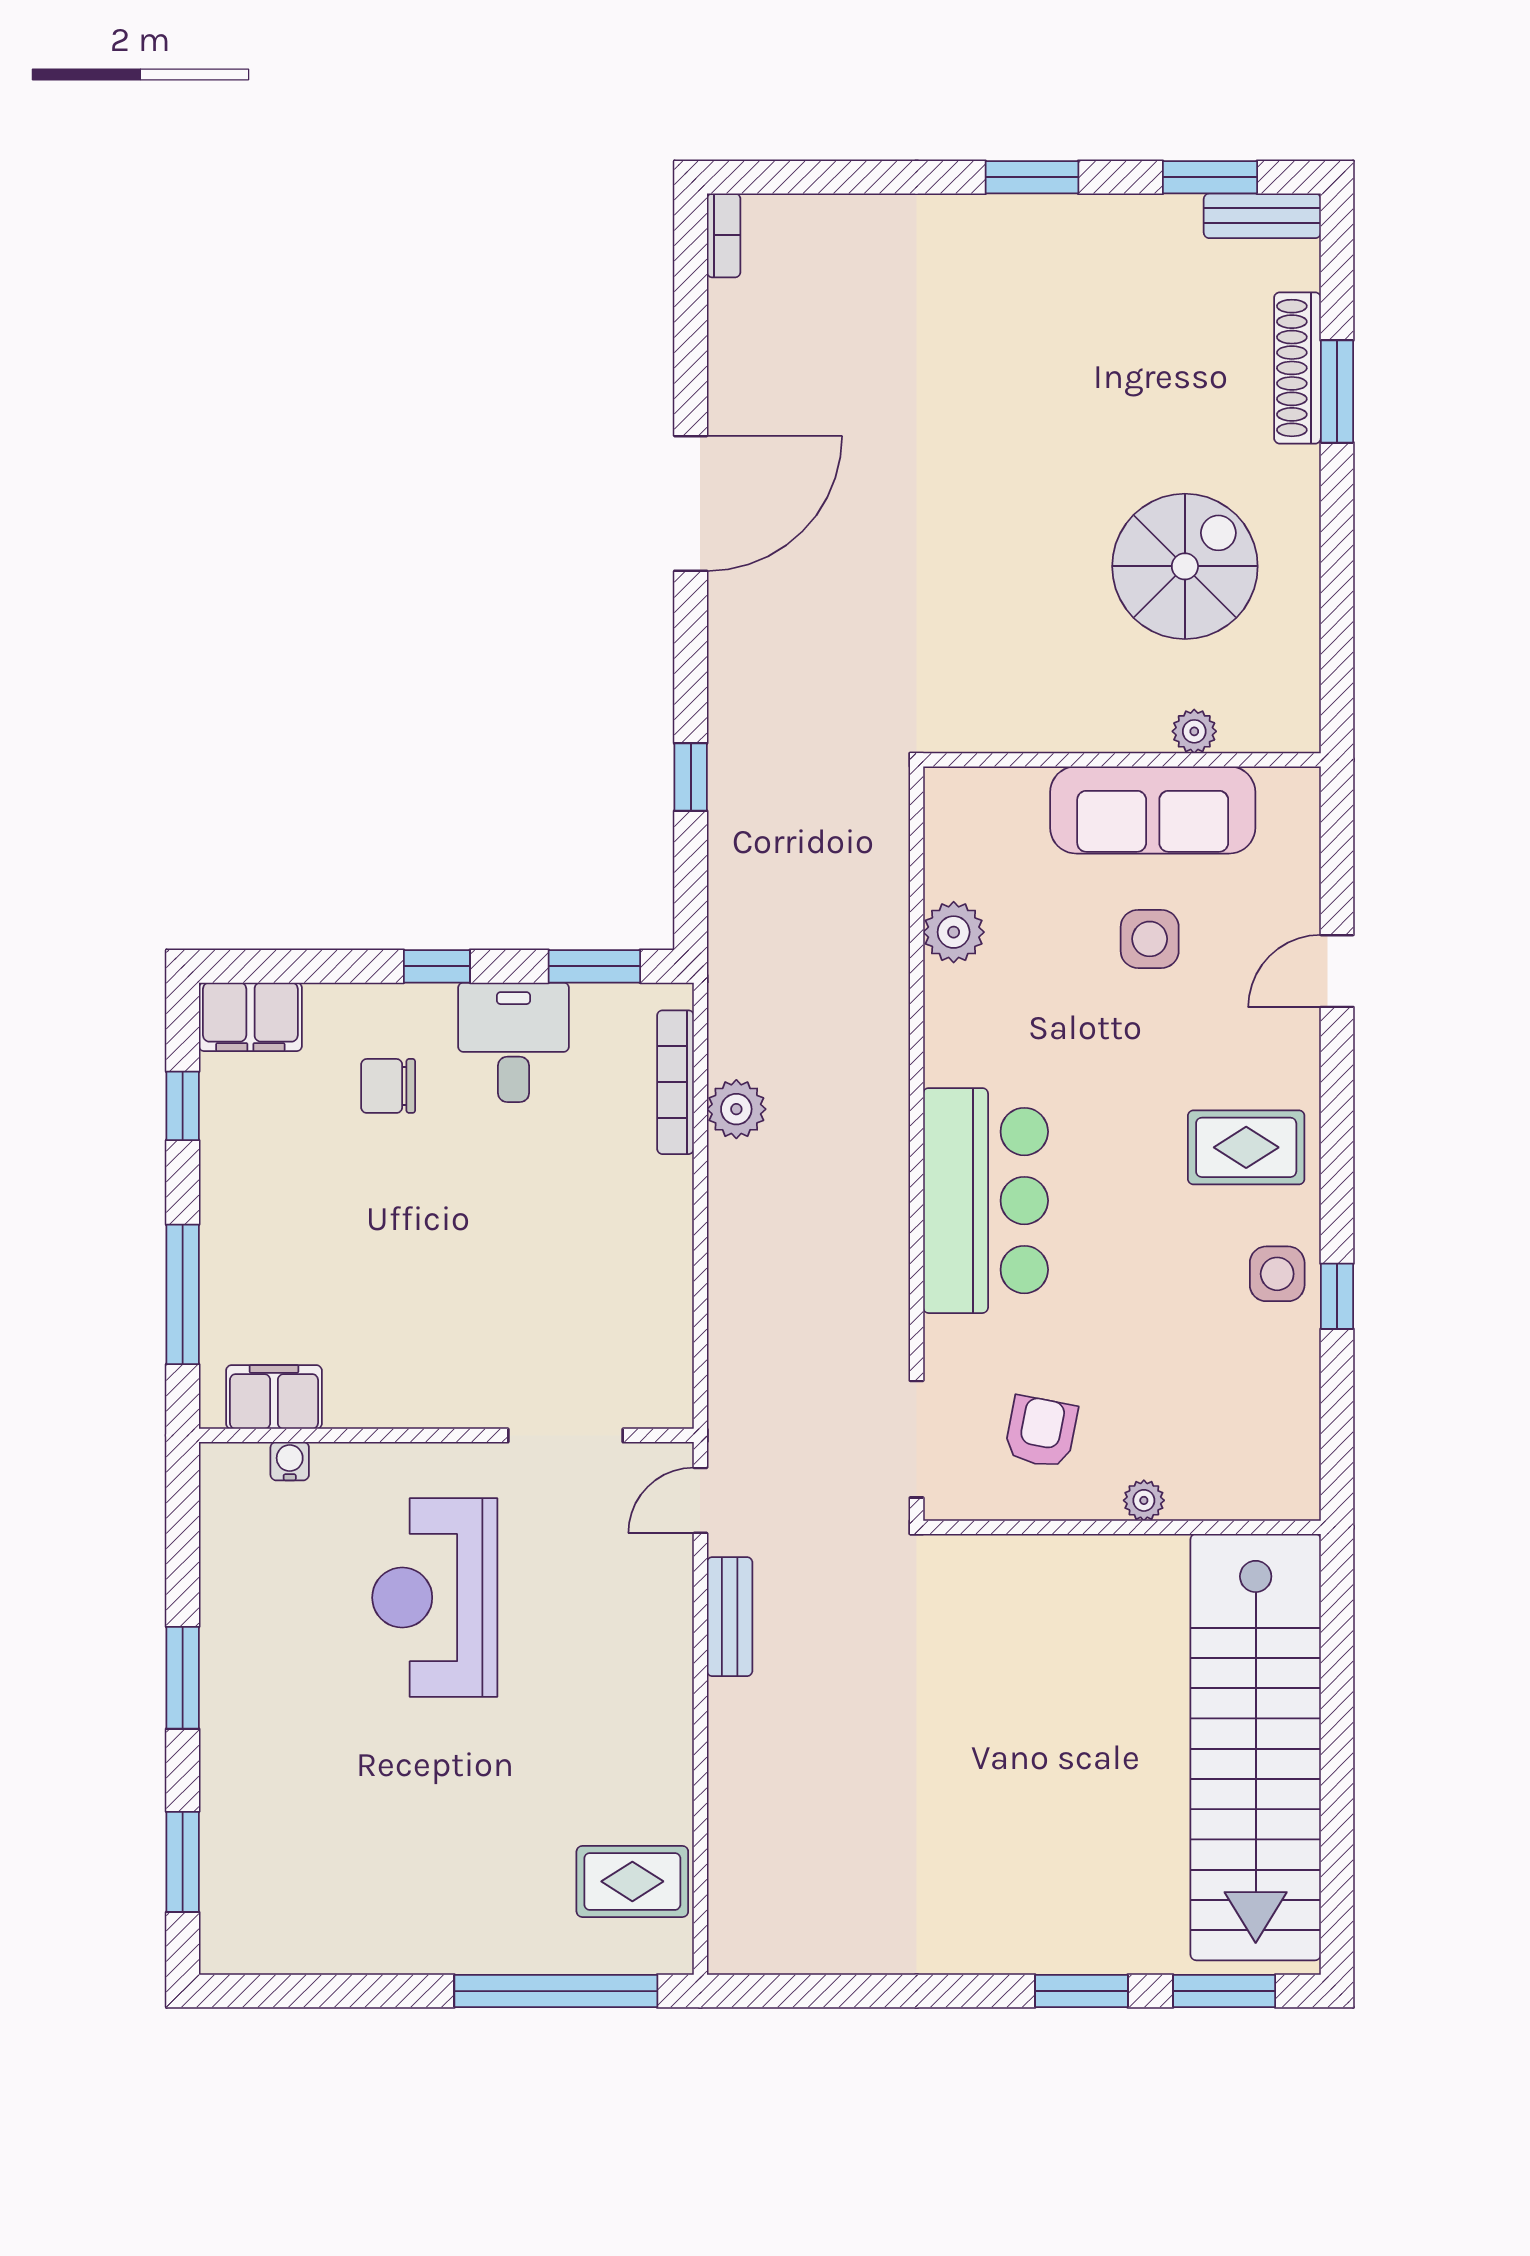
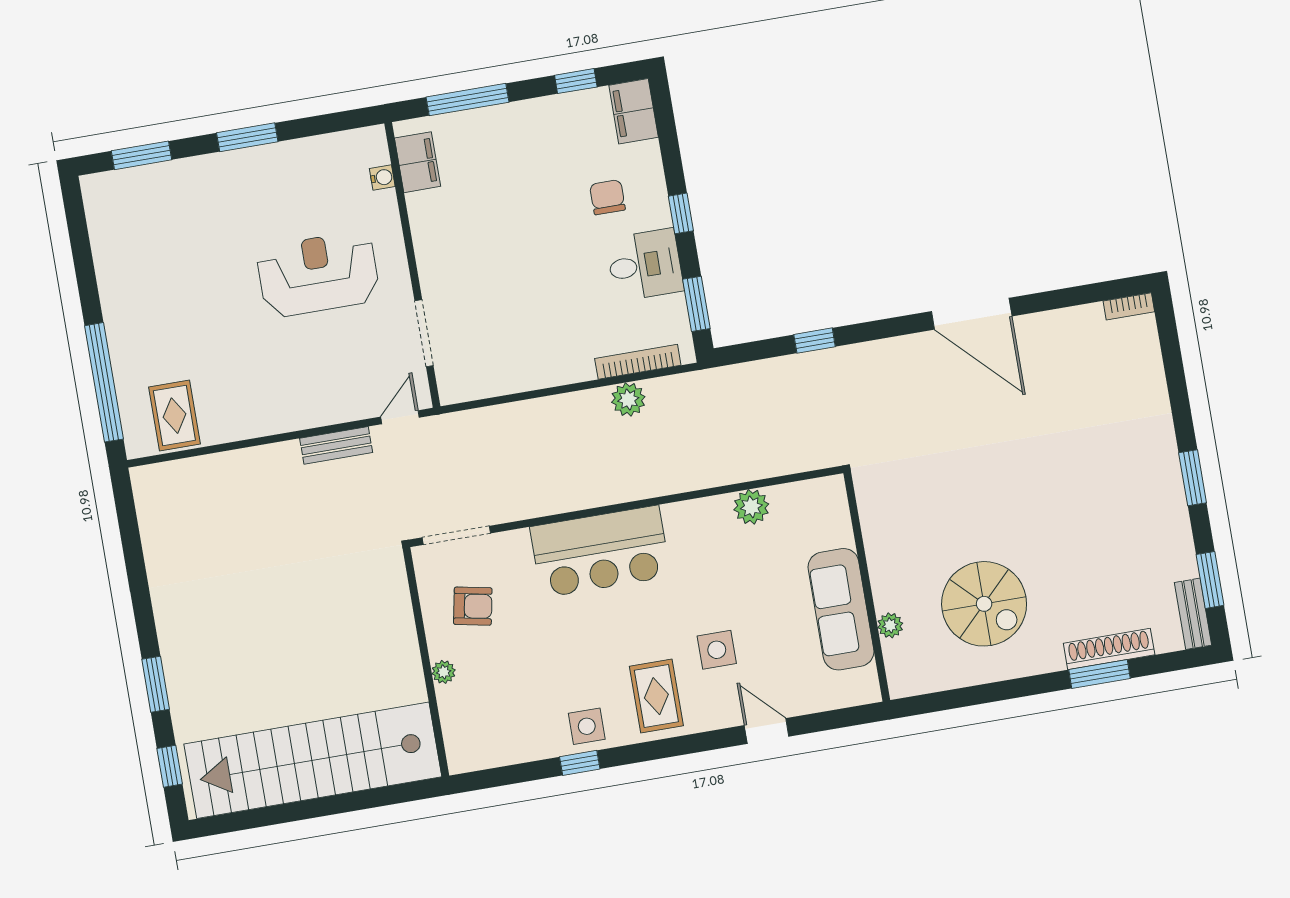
side table: (1150, 939) -> (717, 650), moved
door: (700, 1500) -> (400, 417), hinge flipped
window: (1224, 1991) -> (170, 766), width x0.67

